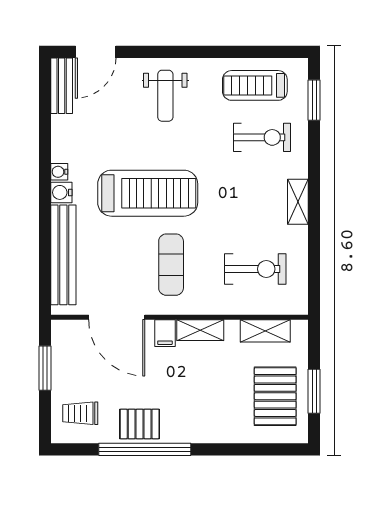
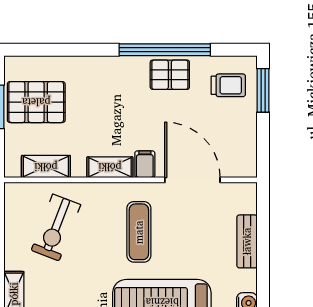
bench: (63, 255) -> (247, 241), width x0.54, depth x0.82
exercise bike: (255, 269) -> (56, 227), turned -69
window: (45, 368) -> (263, 90), moved
pallet: (275, 396) -> (36, 102), turned 90

